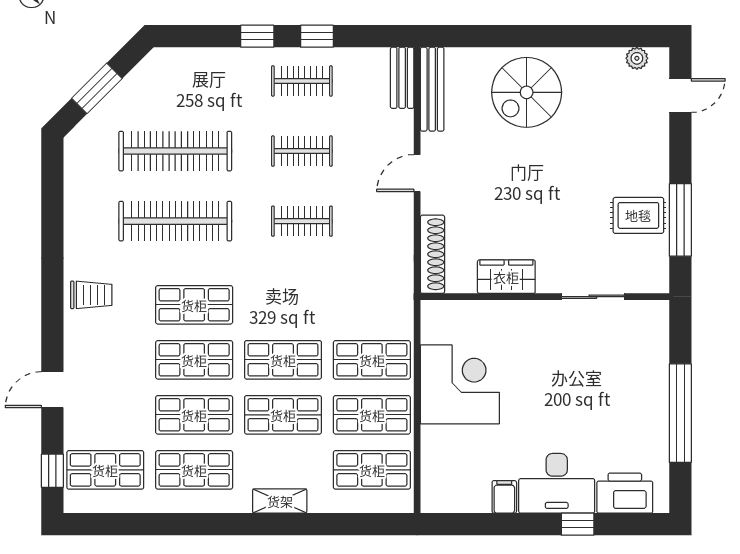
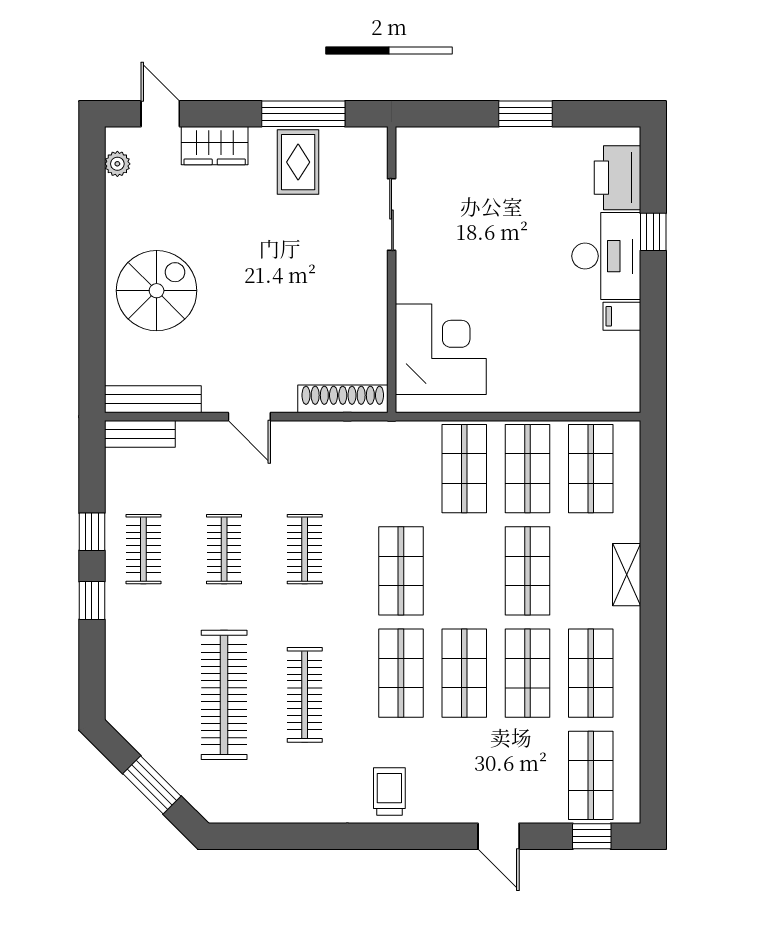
spiral stairs: (527, 92) -> (157, 291), turned -90
clothes rail: (175, 221) -> (305, 695), width x0.73, depth x0.76
wardrobe: (506, 277) -> (215, 146), moved, turned -90
shop shelf: (283, 360) -> (401, 571), moved
corner desk: (460, 384) -> (441, 349), moved, turned 90
window: (680, 413) -> (526, 114), width x0.47

